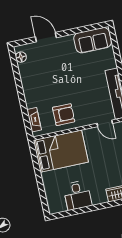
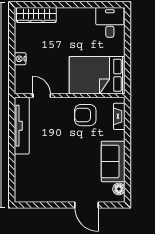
sofa: (93, 40) -> (113, 161), moved, turned -90
desk: (77, 195) -> (110, 22), moved

